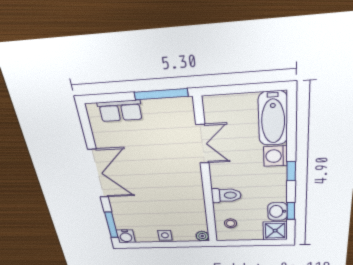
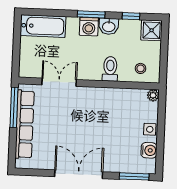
row of seats: (120, 111) -> (25, 124), width x2.02
washing machine: (275, 156) -> (89, 27), moved
window: (291, 171) -> (91, 14), width x1.50
washbasin: (277, 211) -> (109, 26), moved
water cooler: (126, 236) -> (149, 150), moved

